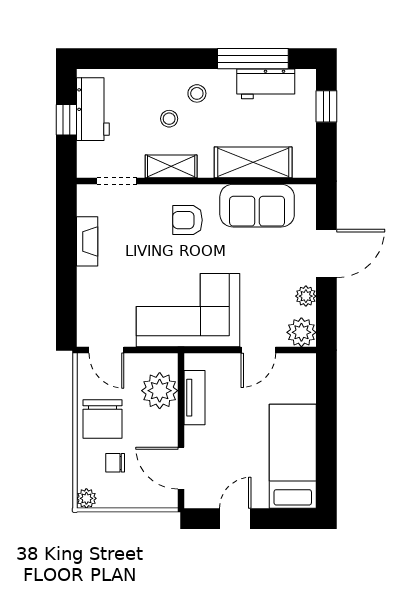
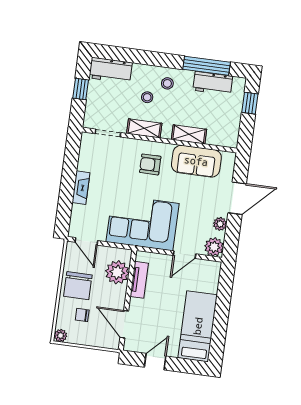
workbench: (93, 109) -> (111, 70), moved, turned 90
shelving: (253, 162) -> (189, 134), width x0.67, depth x0.75
fireplace: (87, 241) -> (81, 188), moved

